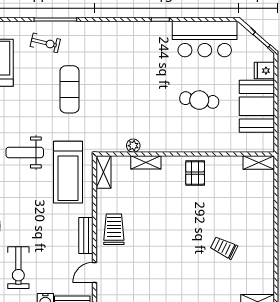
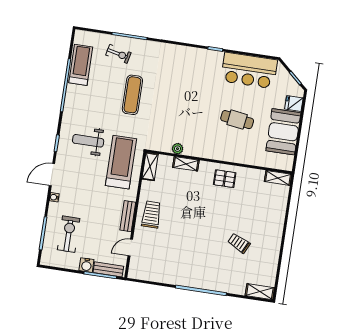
treadmill: (68, 172) -> (121, 162), turned 180
pallet: (195, 173) -> (225, 179), turned 90
exercise bike: (18, 268) -> (69, 234), turned 180

